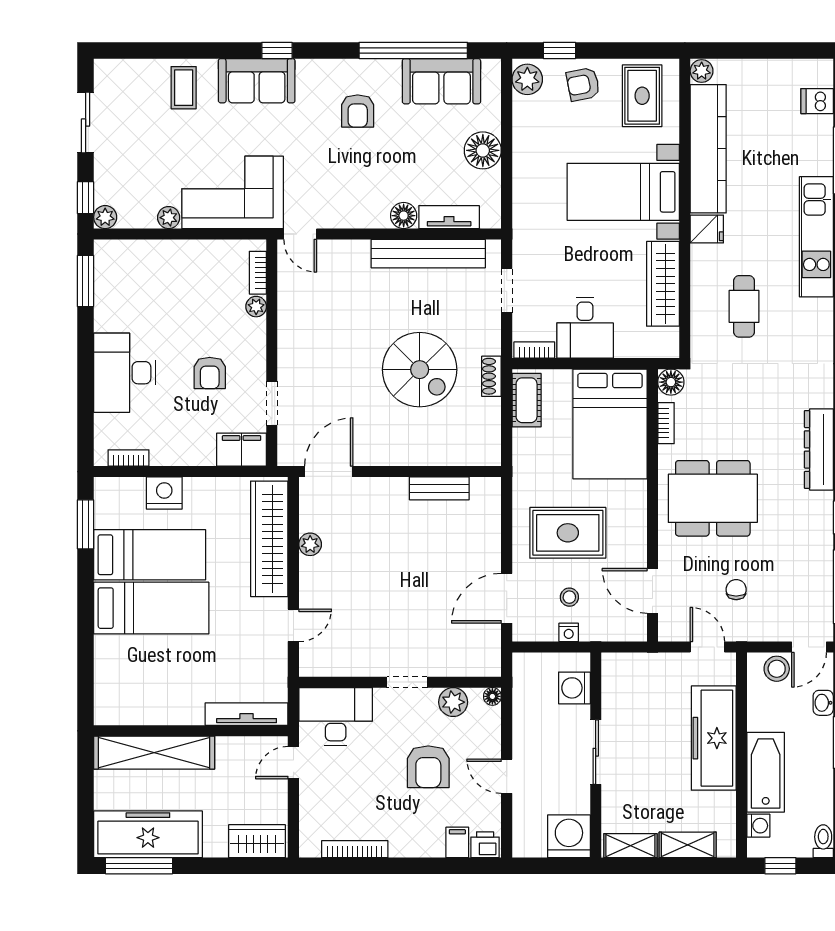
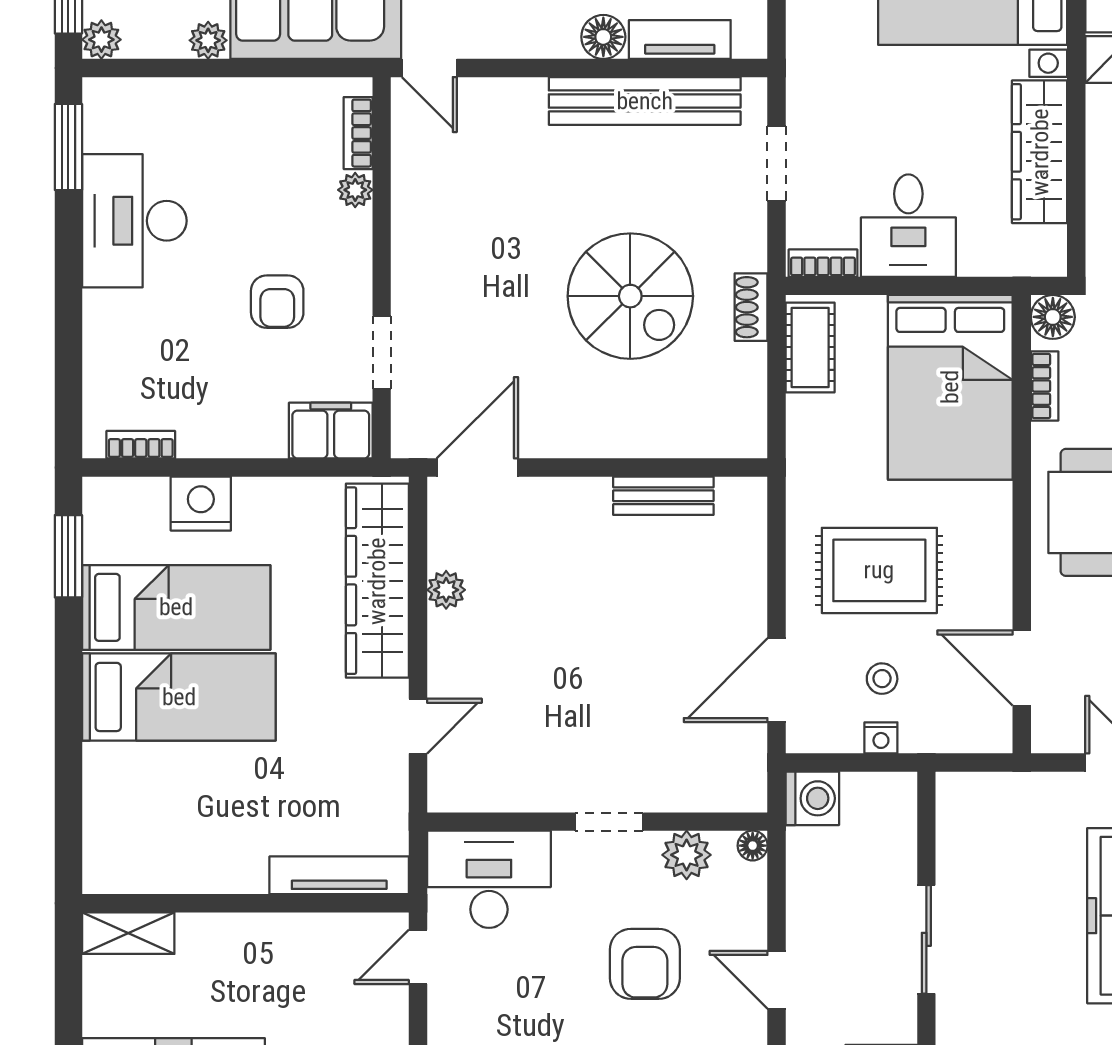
desk: (125, 373) -> (134, 221), moved
washing machine: (574, 688) -> (812, 798), moved, turned 180
shelving: (154, 753) -> (128, 933), width x0.45, depth x0.75

